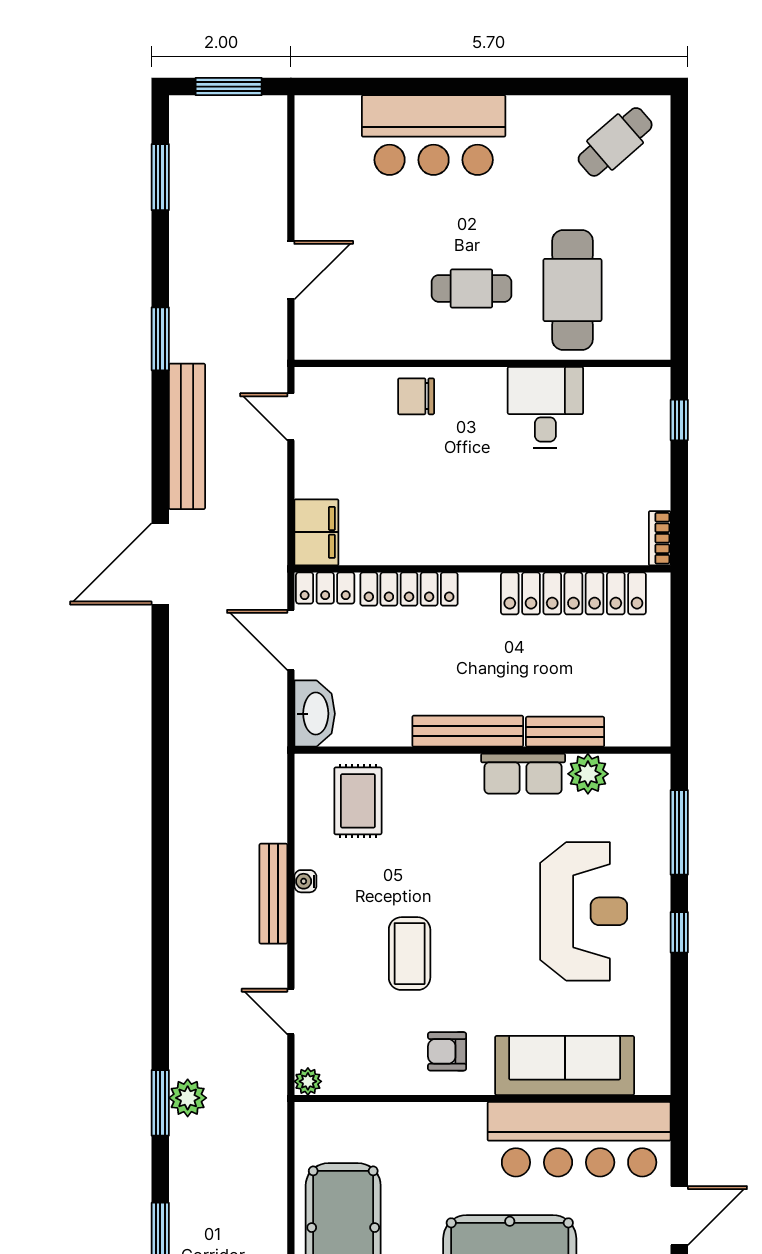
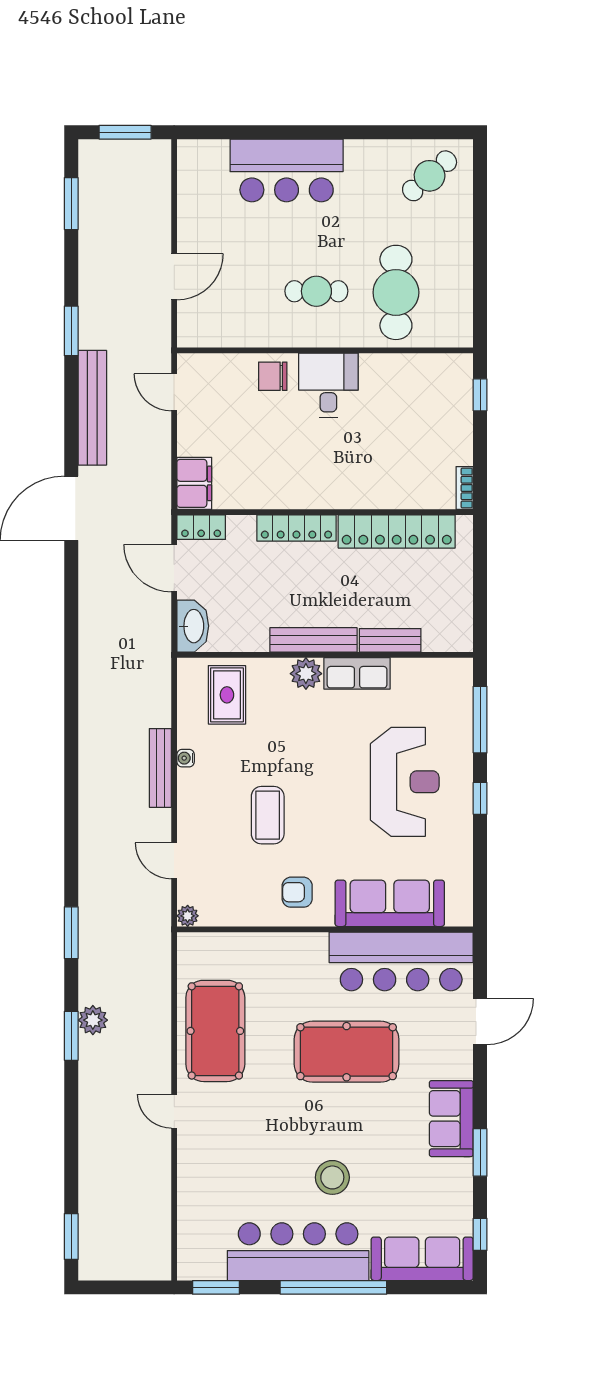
desk: (545, 408) -> (328, 385), moved
locker: (409, 589) -> (296, 528), moved
plant: (588, 774) -> (306, 674), moved
plant: (188, 1098) -> (93, 1020), moved

